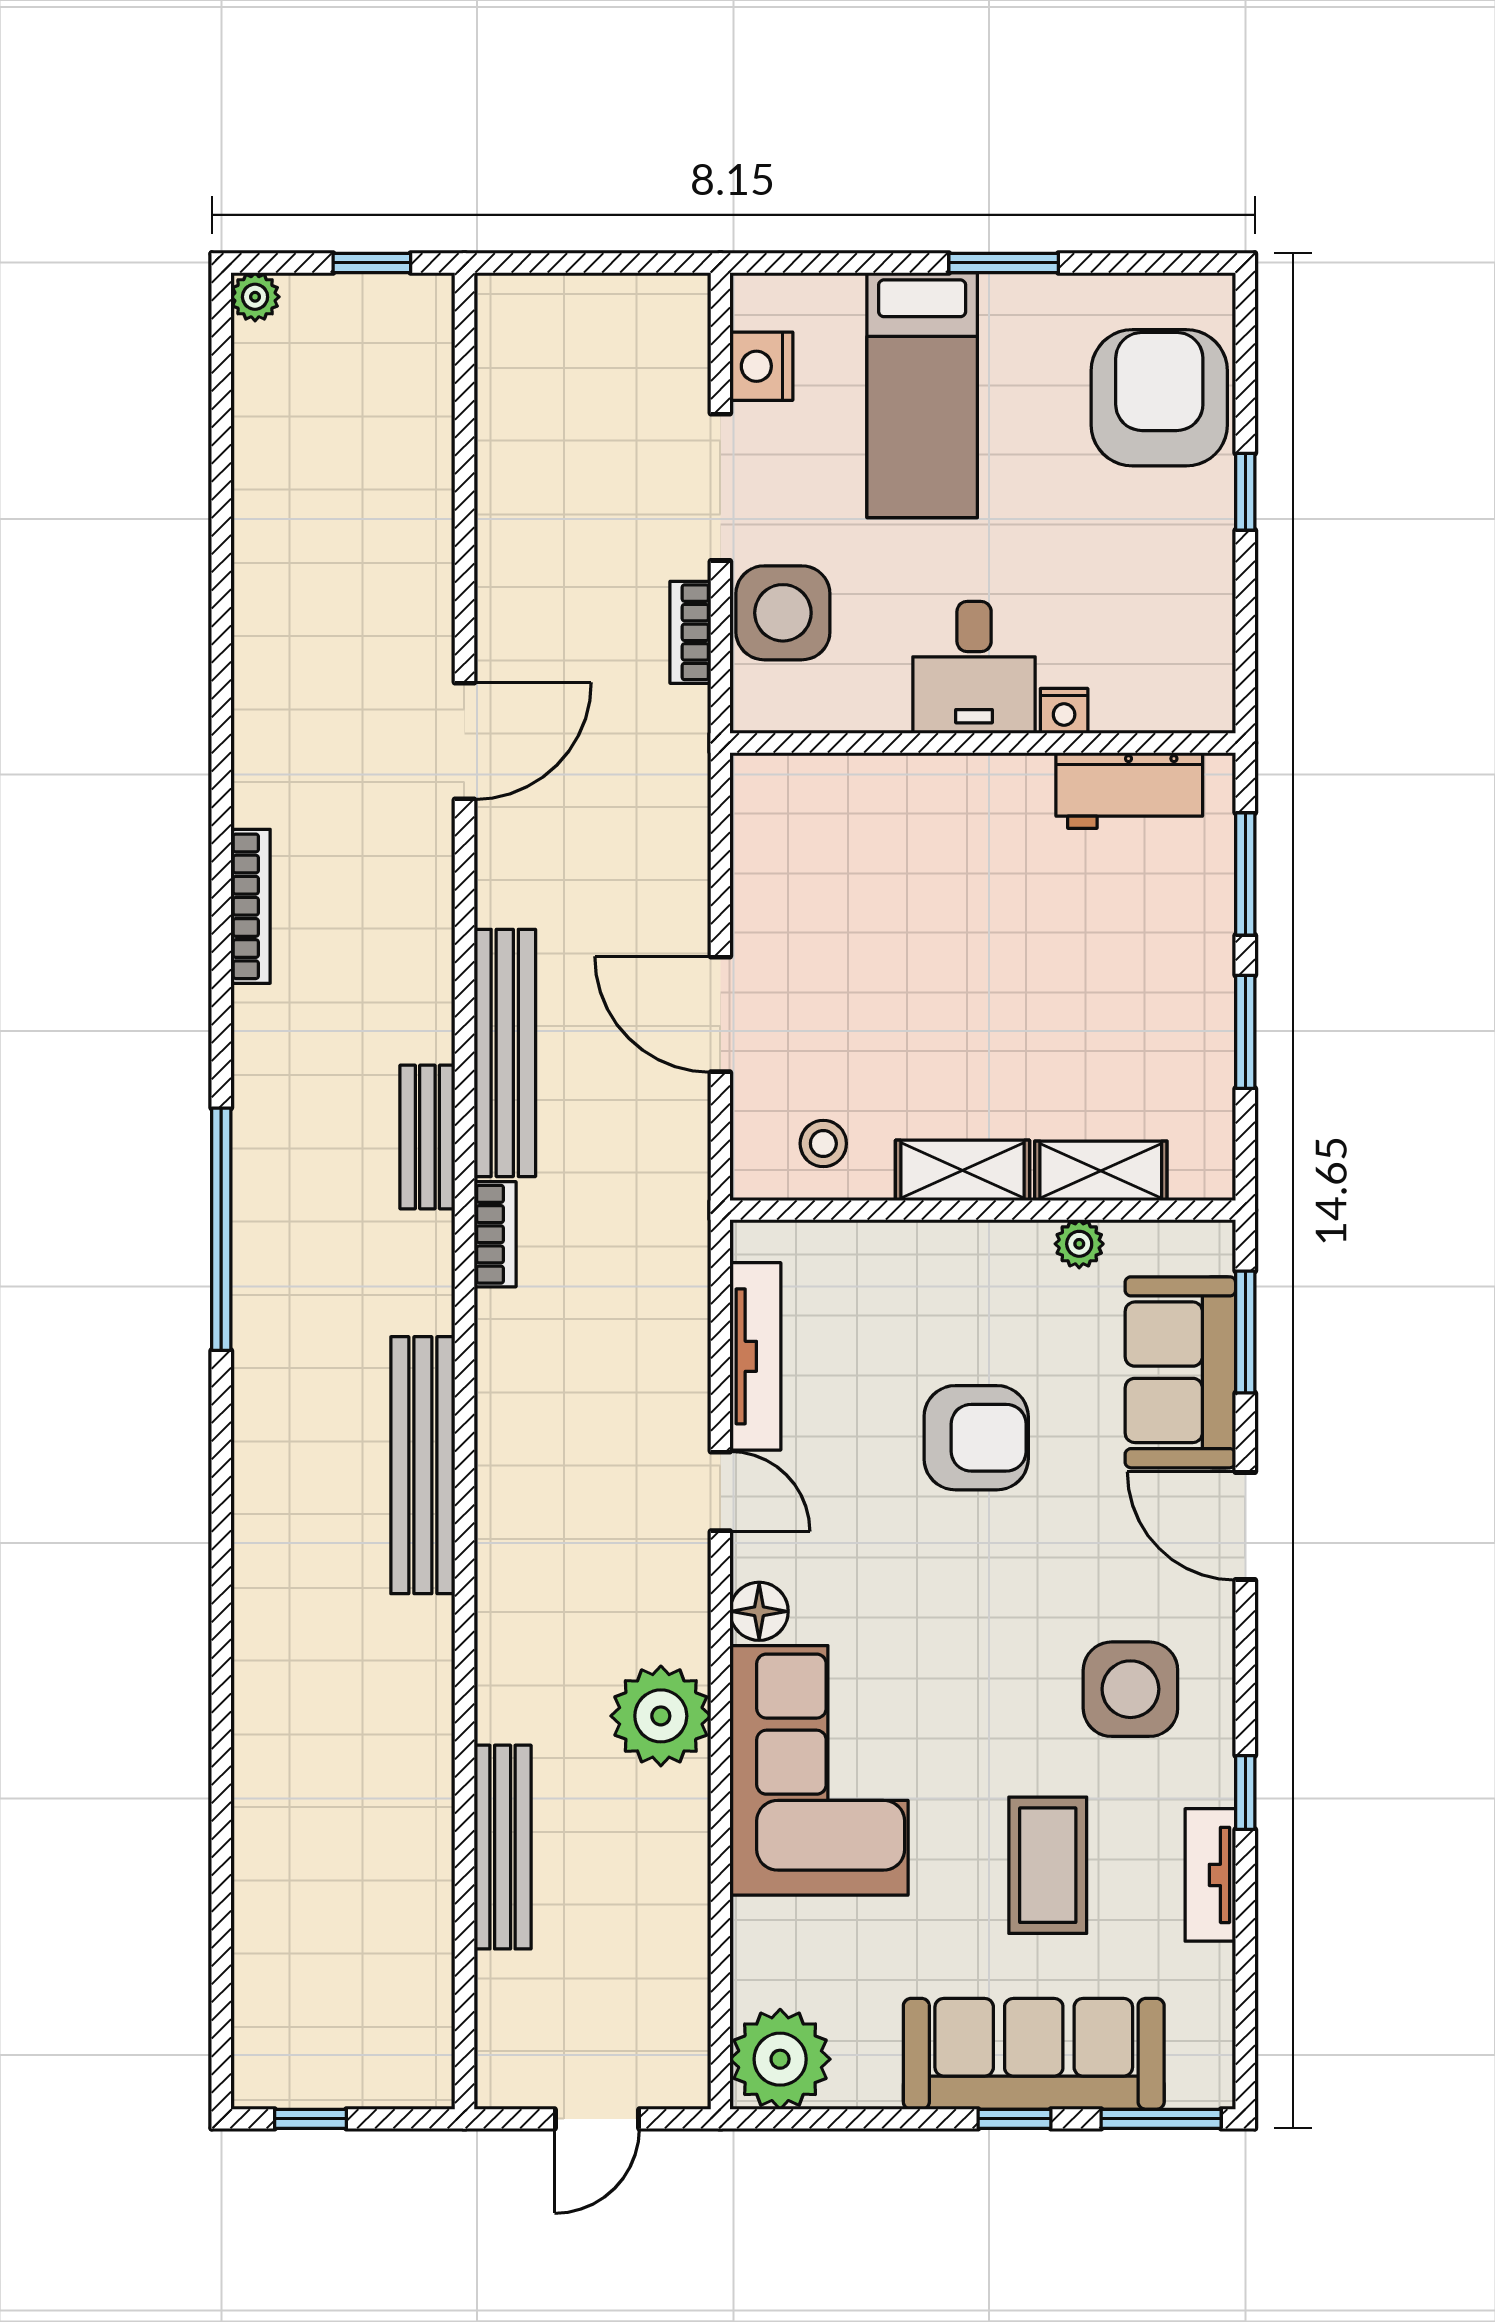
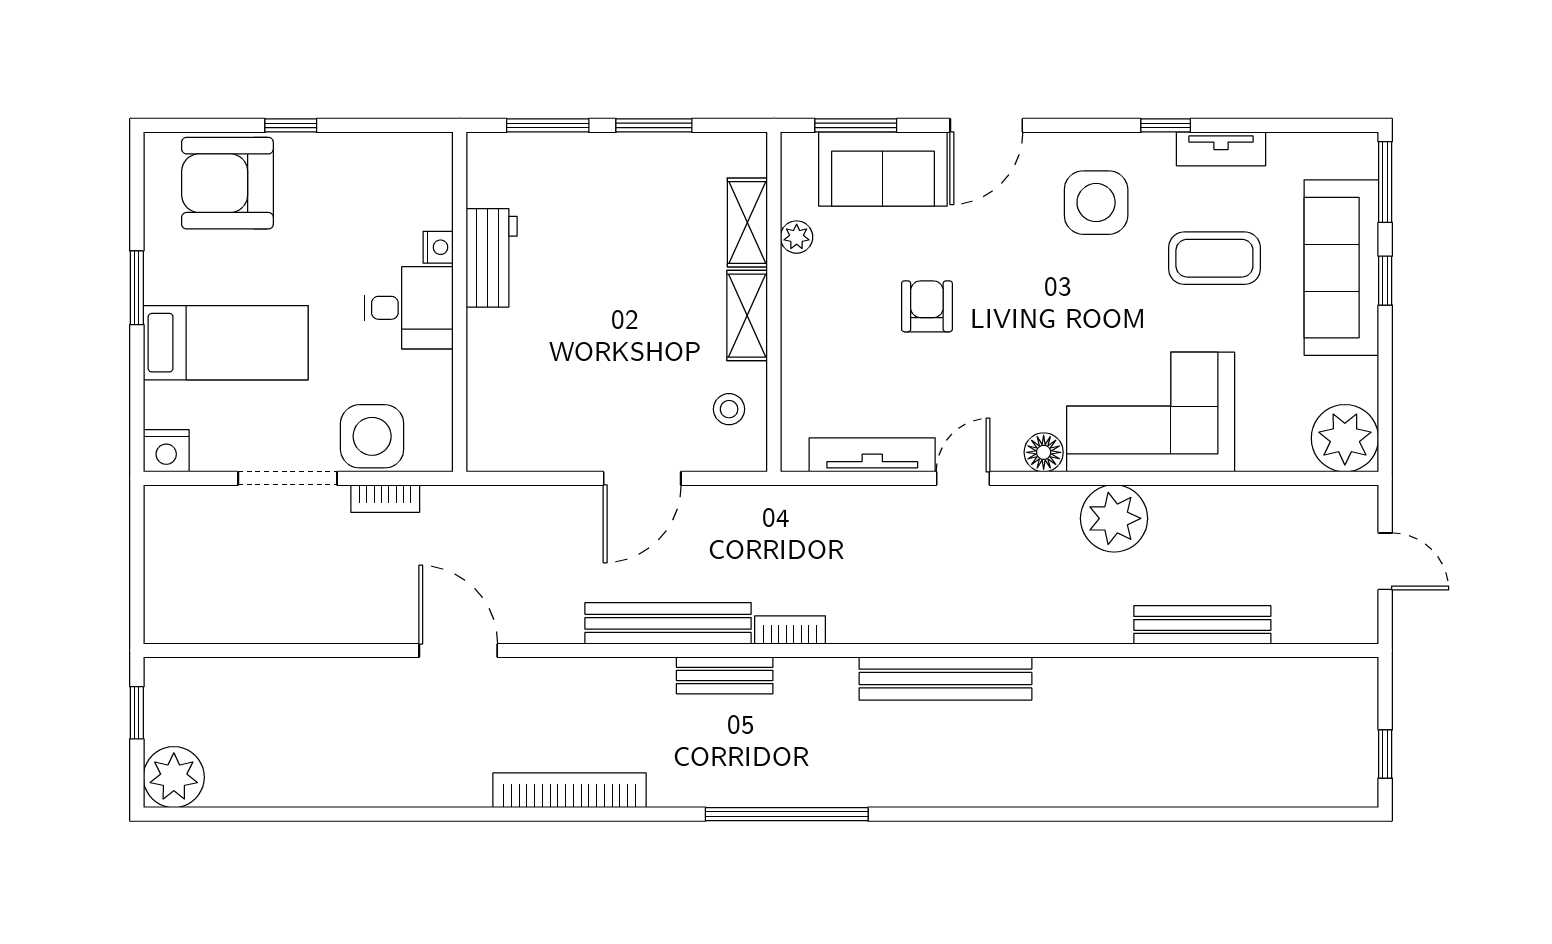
plant: (255, 297) -> (174, 777), width x1.87, depth x1.87
nightstand: (761, 366) -> (166, 451), moved
workbench: (1129, 790) -> (492, 258), moved
bookcase: (251, 906) -> (570, 790), width x1.48, depth x1.31
armchair: (976, 1438) -> (927, 306), width x0.72, depth x0.72

